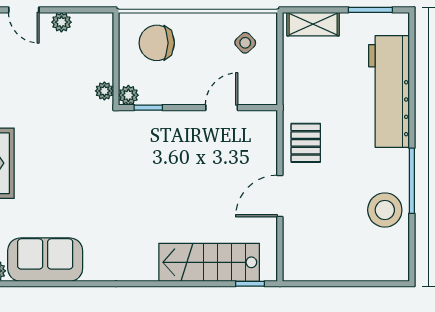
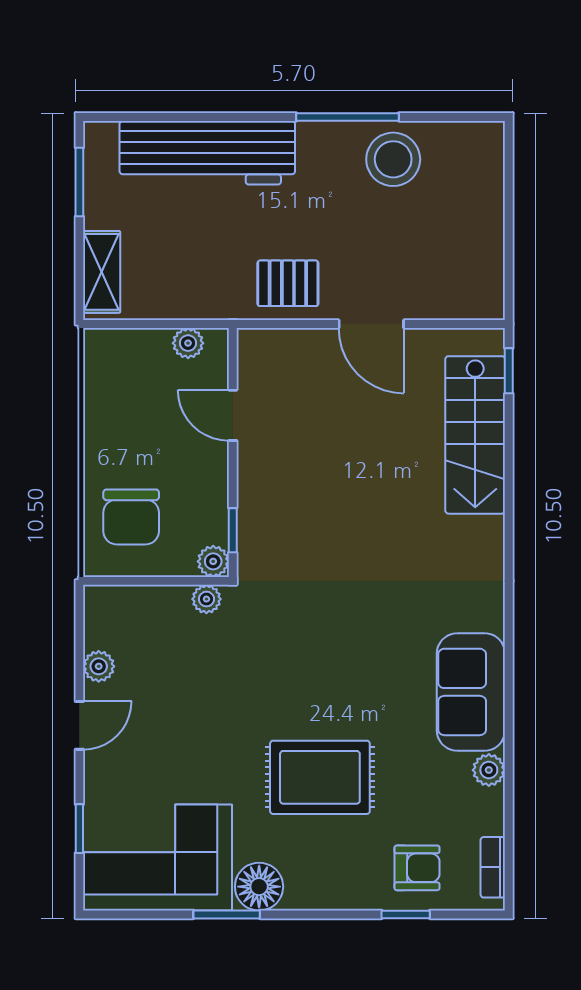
side table: (245, 43) -> (131, 378), removed
plant: (268, 79) -> (188, 343), added

